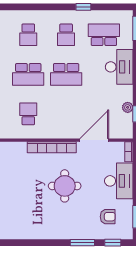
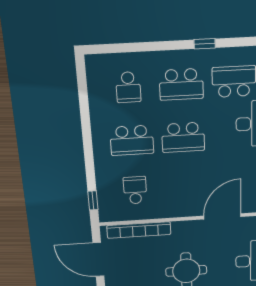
school desk: (66, 35) -> (181, 84), width x1.85
bookcase: (52, 147) -> (139, 230), moved

